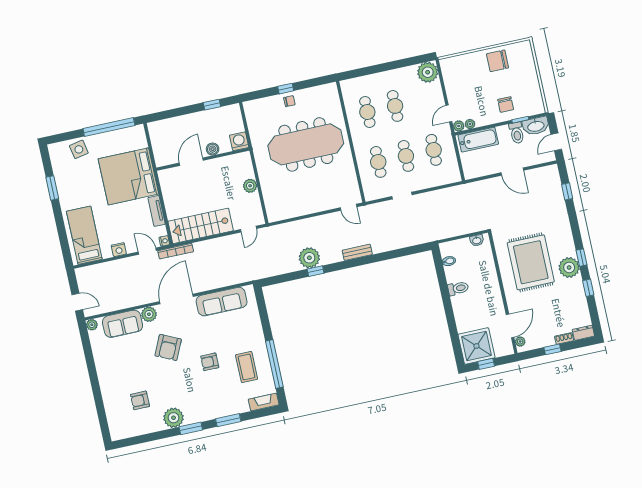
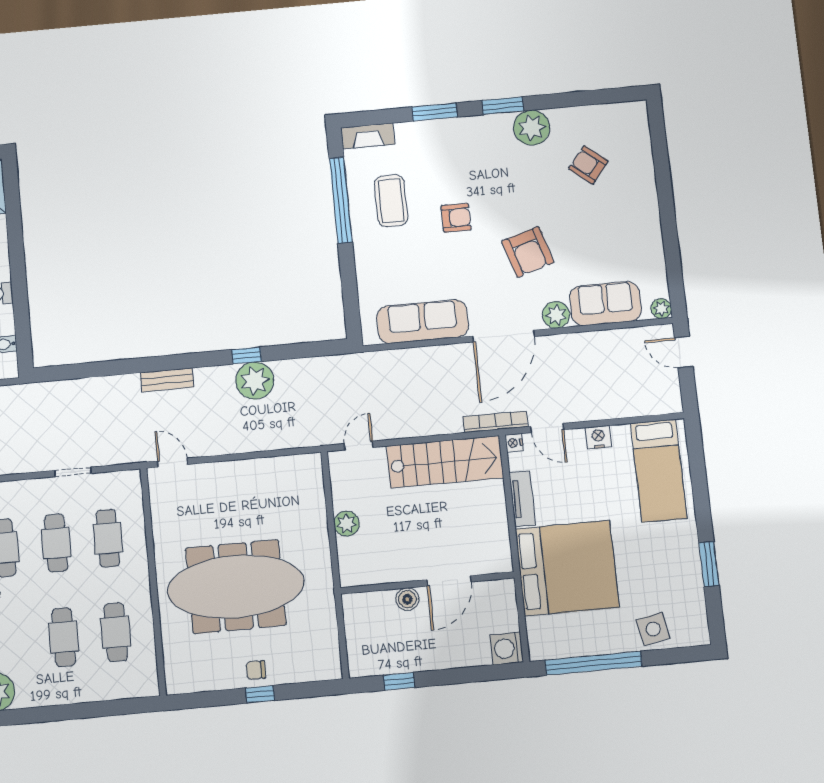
washing machine: (239, 141) -> (507, 649), moved, turned 90
armchair: (168, 347) -> (528, 252), turned 138
armchair: (140, 400) -> (588, 165), turned -141

